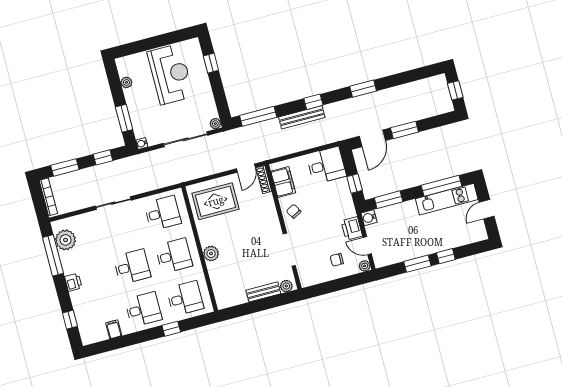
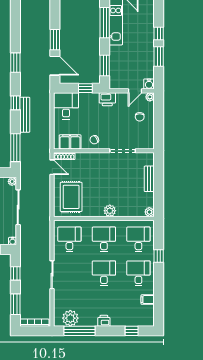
water cooler: (369, 218) -> (149, 84), moved
printer: (352, 228) -> (107, 99), moved
plant: (286, 286) -> (149, 212), moved

